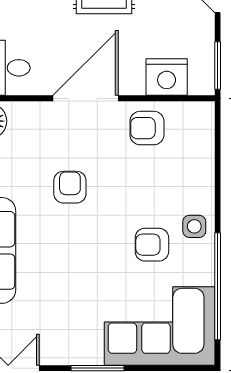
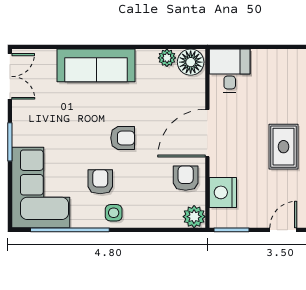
door: (85, 98) -> (207, 133), swing flipped
plant: (199, 116) -> (194, 217), added
armchair: (70, 187) -> (123, 138), moved

